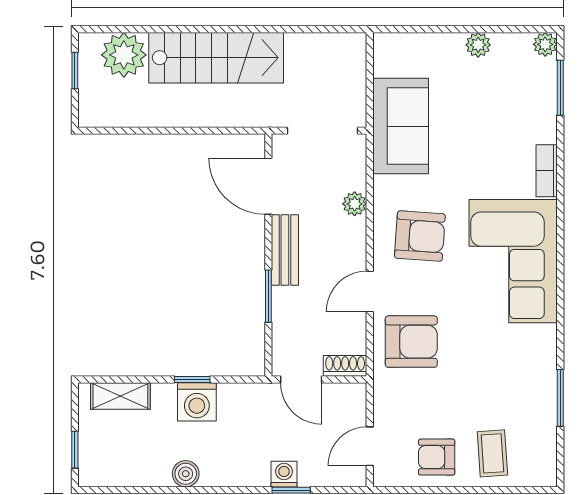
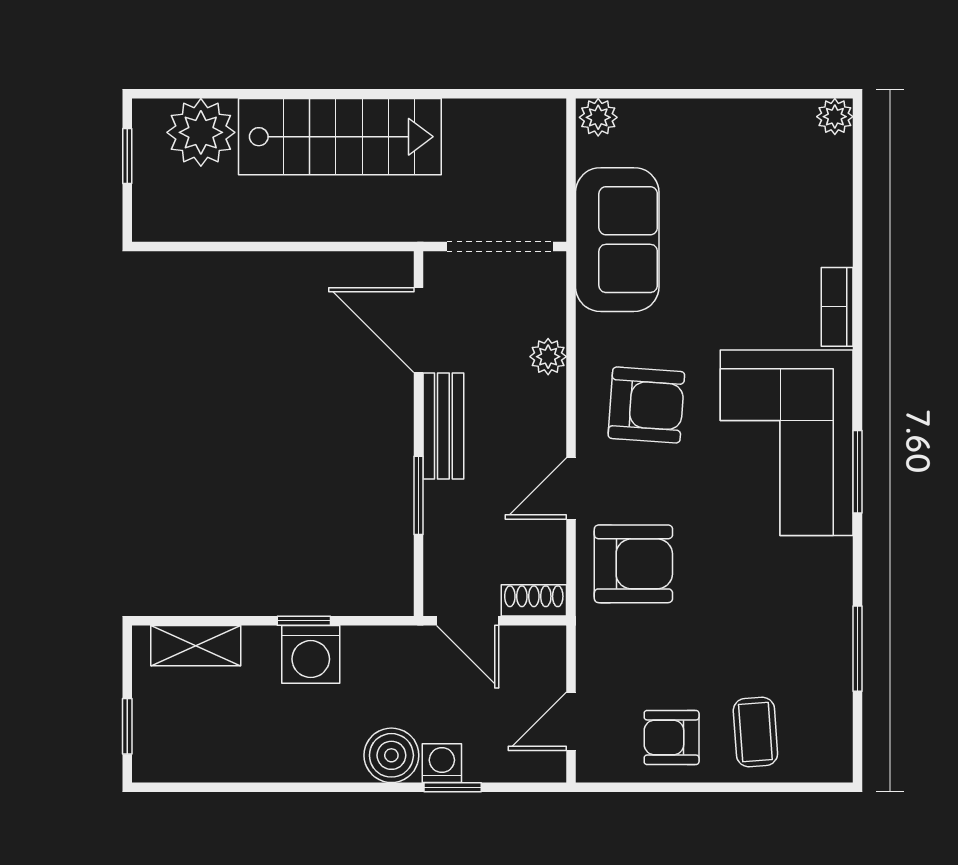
plant: (478, 45) -> (598, 117), moved
window: (560, 88) -> (858, 472), moved
boiler: (186, 474) -> (391, 755), moved, width x1.36, depth x1.36

